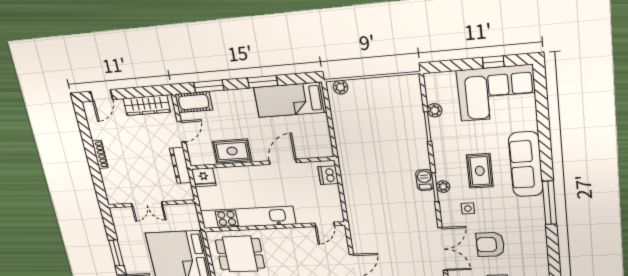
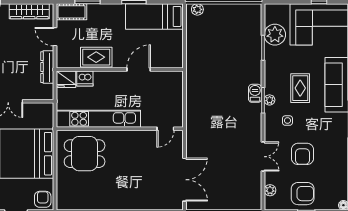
plant: (435, 110) -> (275, 35), width x1.87, depth x1.87
door: (181, 132) -> (55, 37), swing flipped
dishwasher: (328, 175) -> (85, 79), moved, turned -90
armchair: (490, 244) -> (302, 154), turned -90
double door: (443, 249) -> (263, 157), width x0.73

